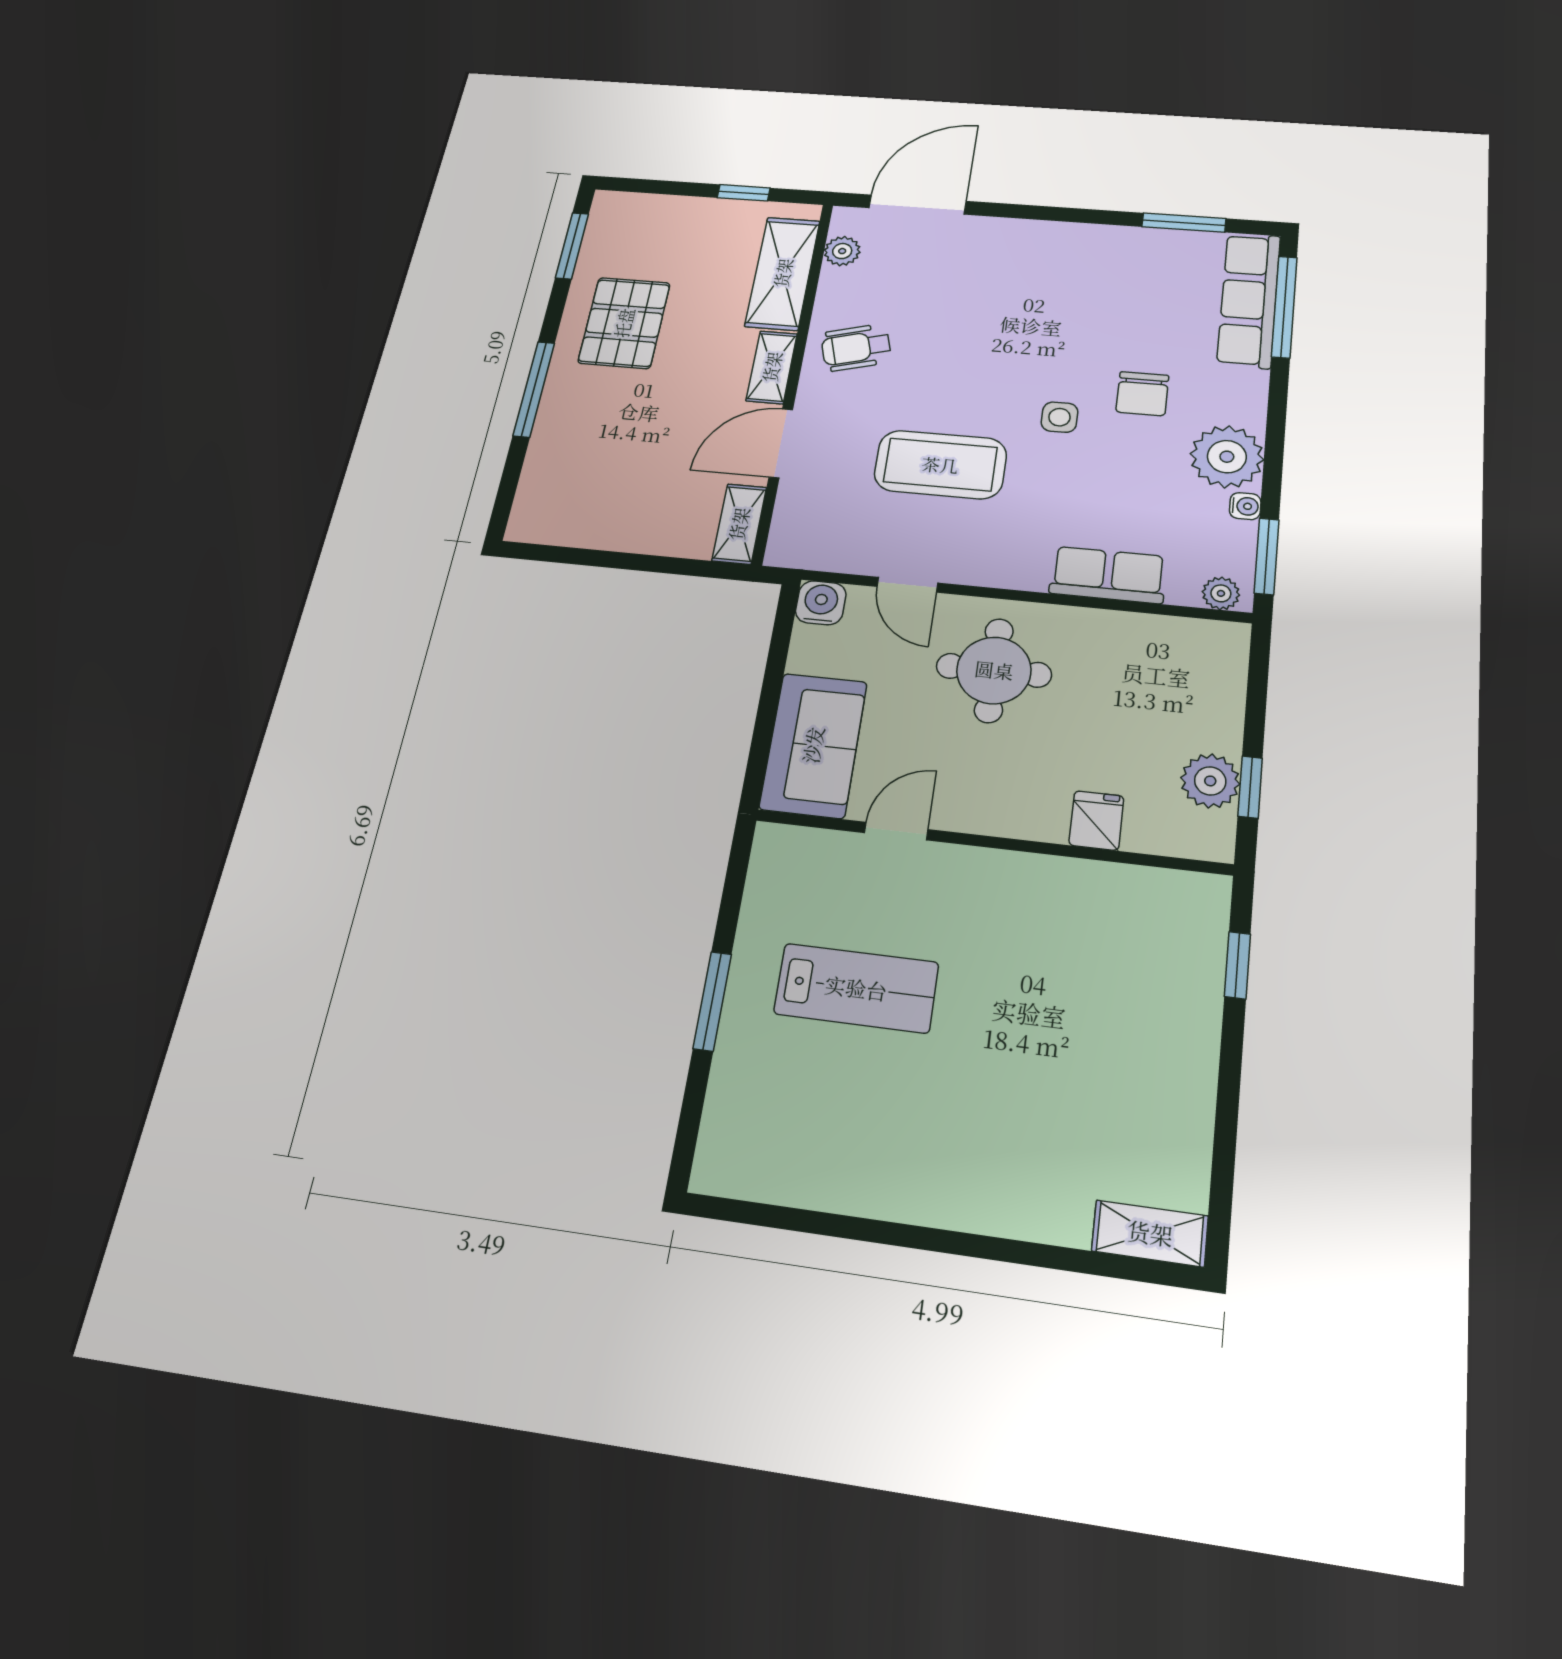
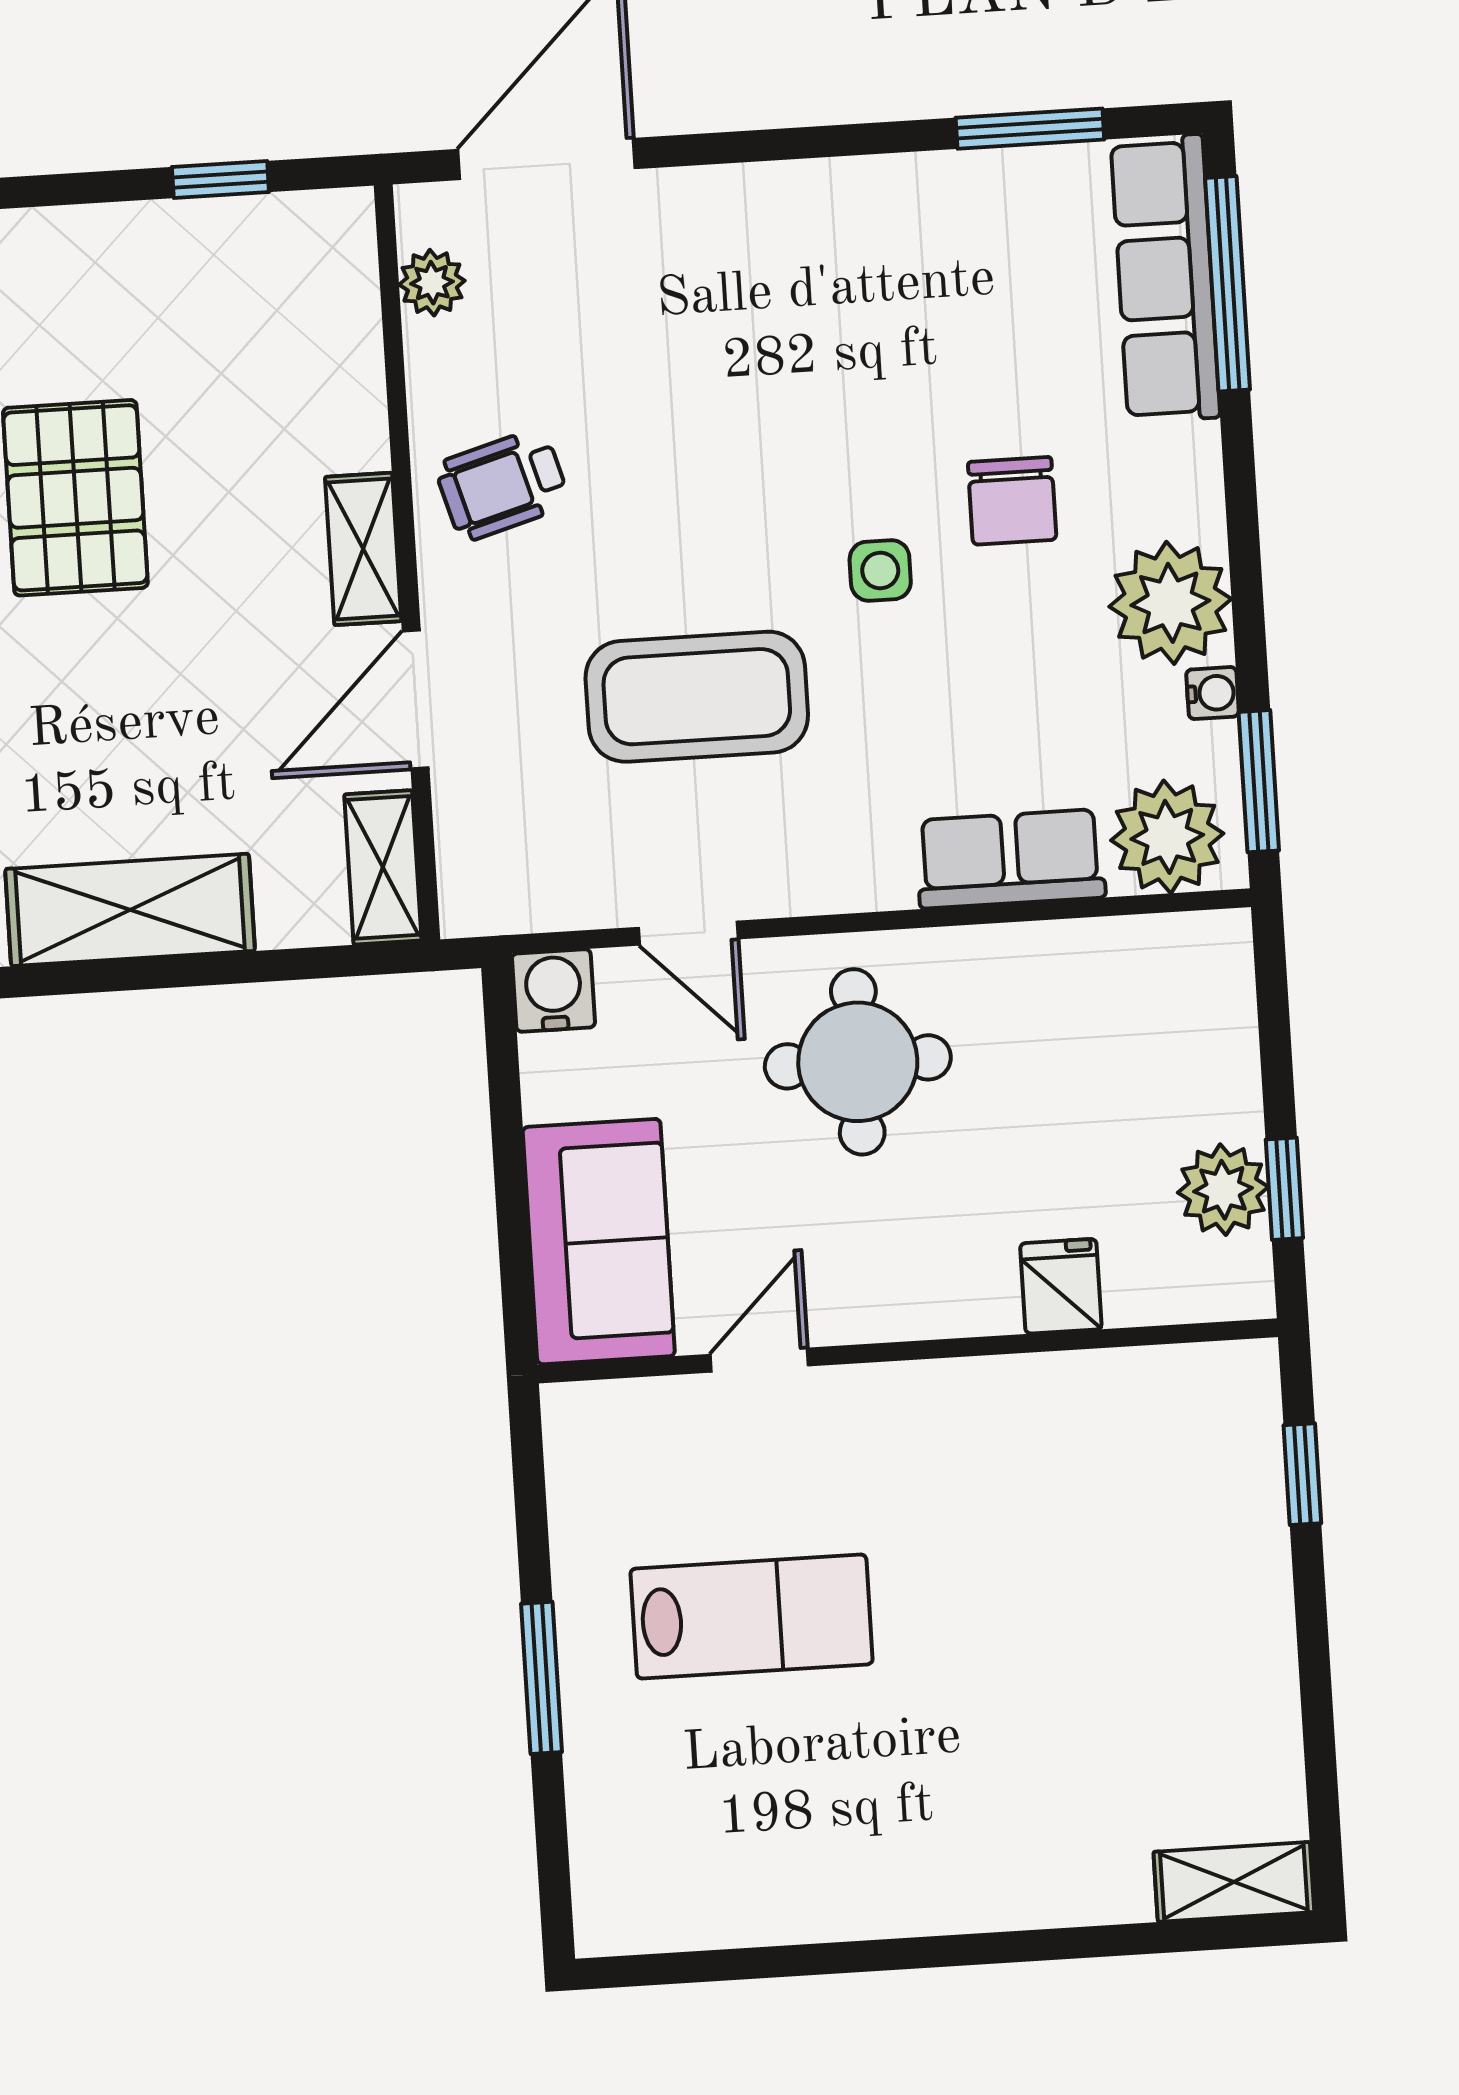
shelving: (783, 273) -> (130, 910), moved, turned 90
plant: (1221, 593) -> (1167, 837), width x1.88, depth x1.88

